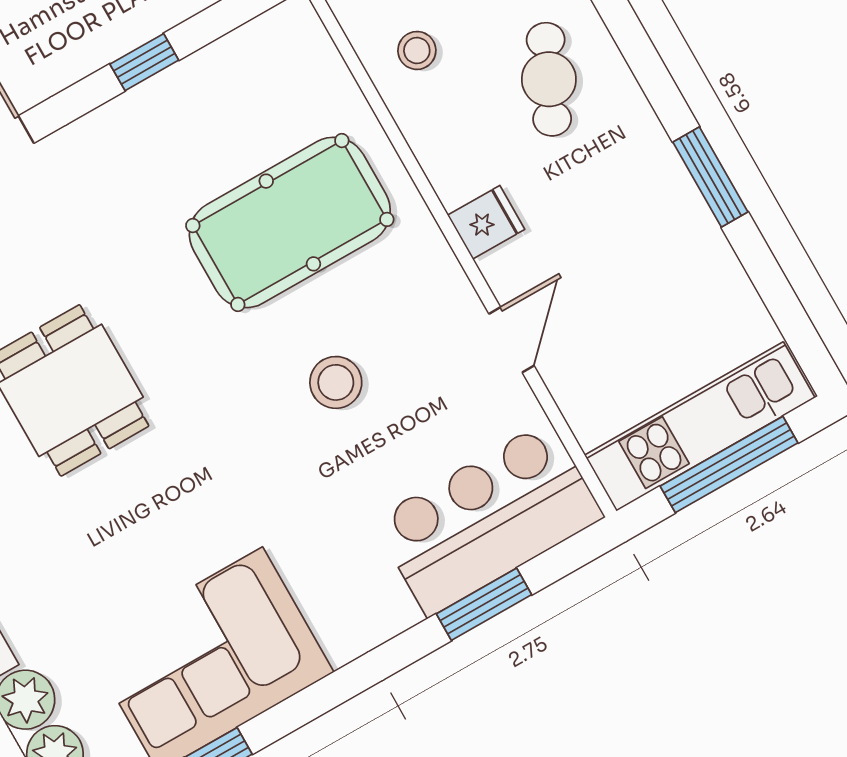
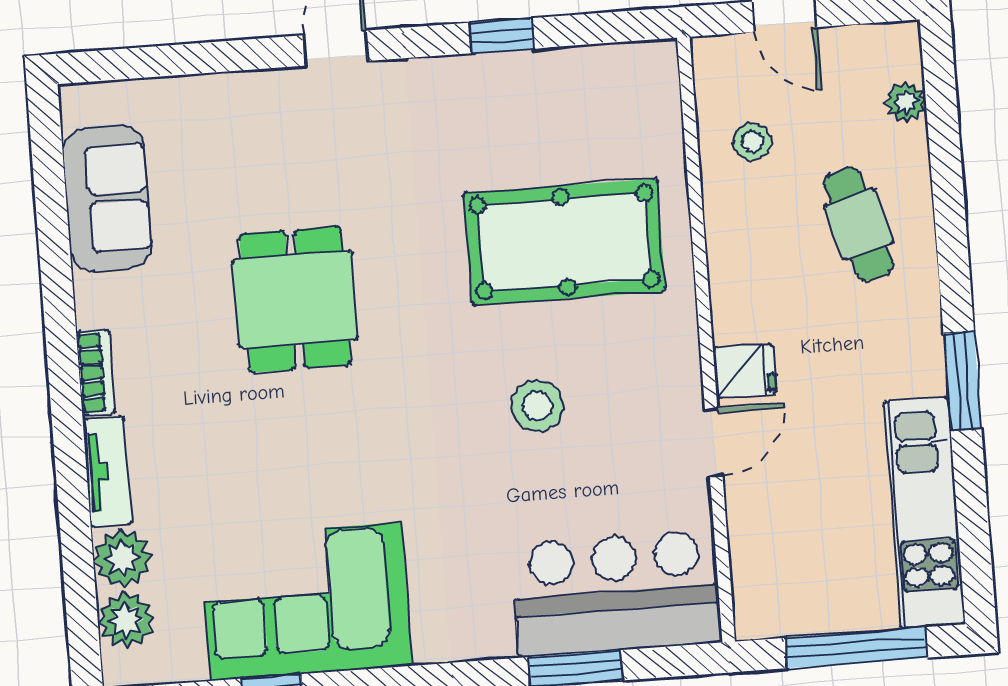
cafe table: (549, 79) -> (859, 224), turned -41
fridge: (486, 222) -> (745, 371), moved
kitchen unit: (700, 426) -> (925, 513), moved, turned -90

